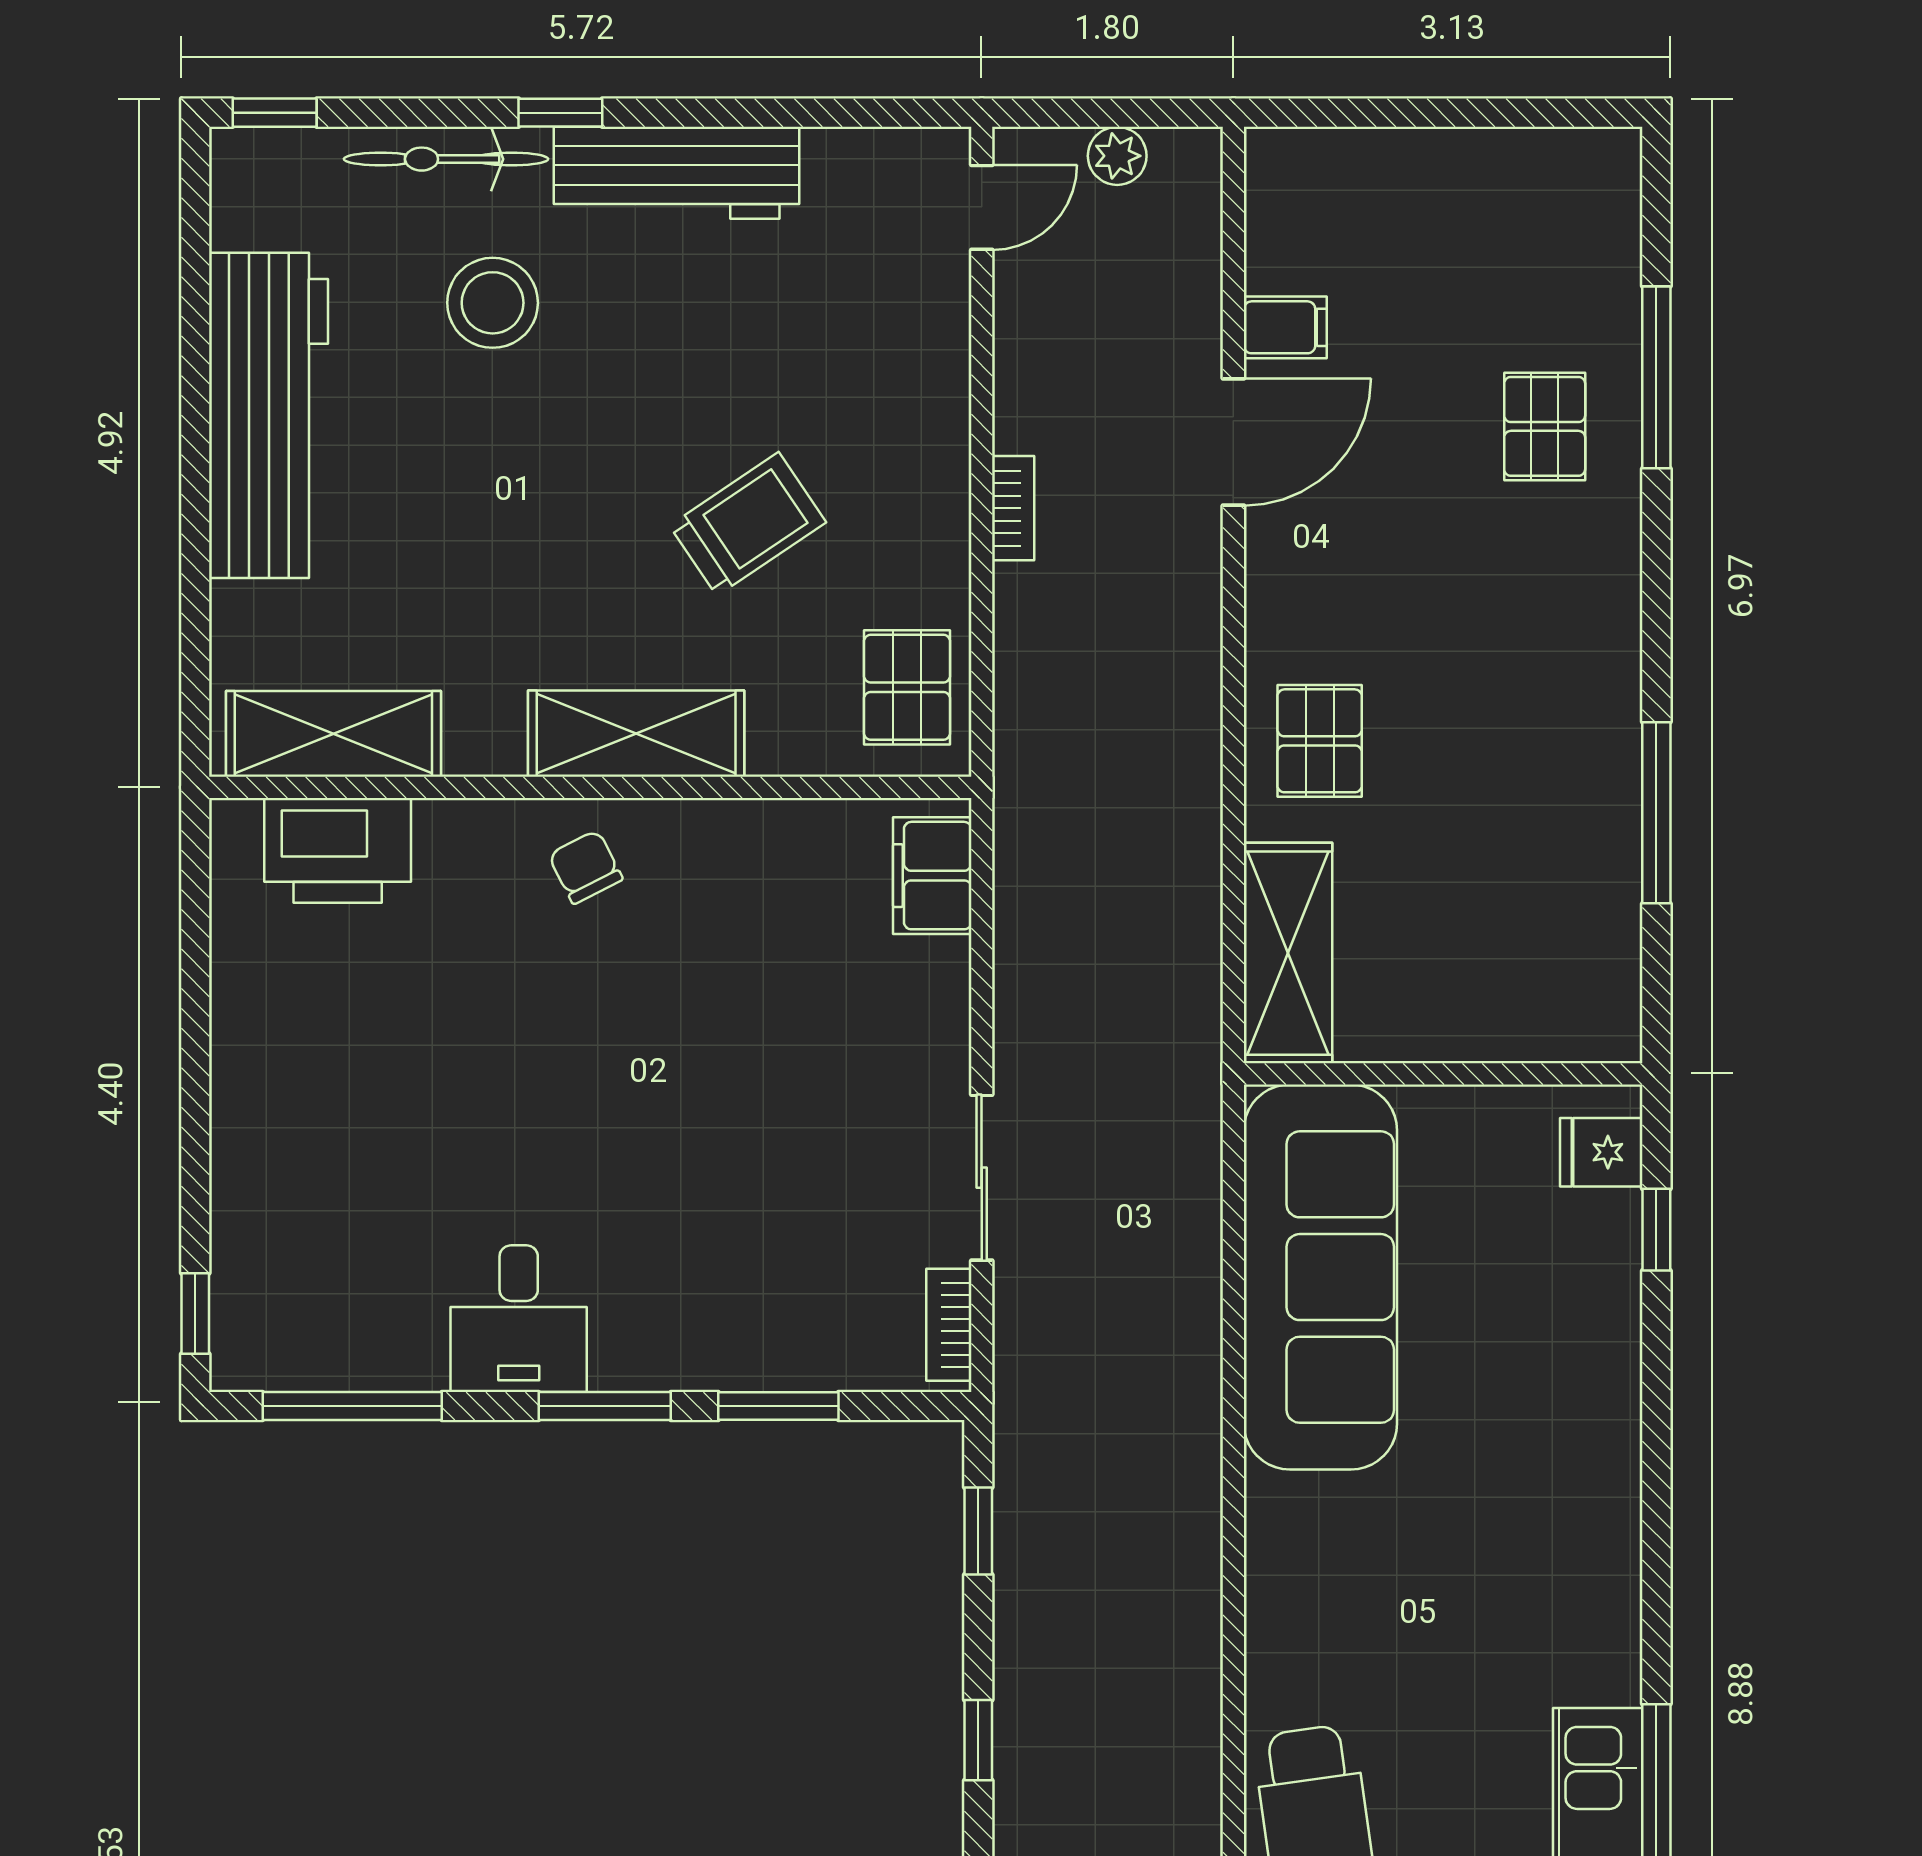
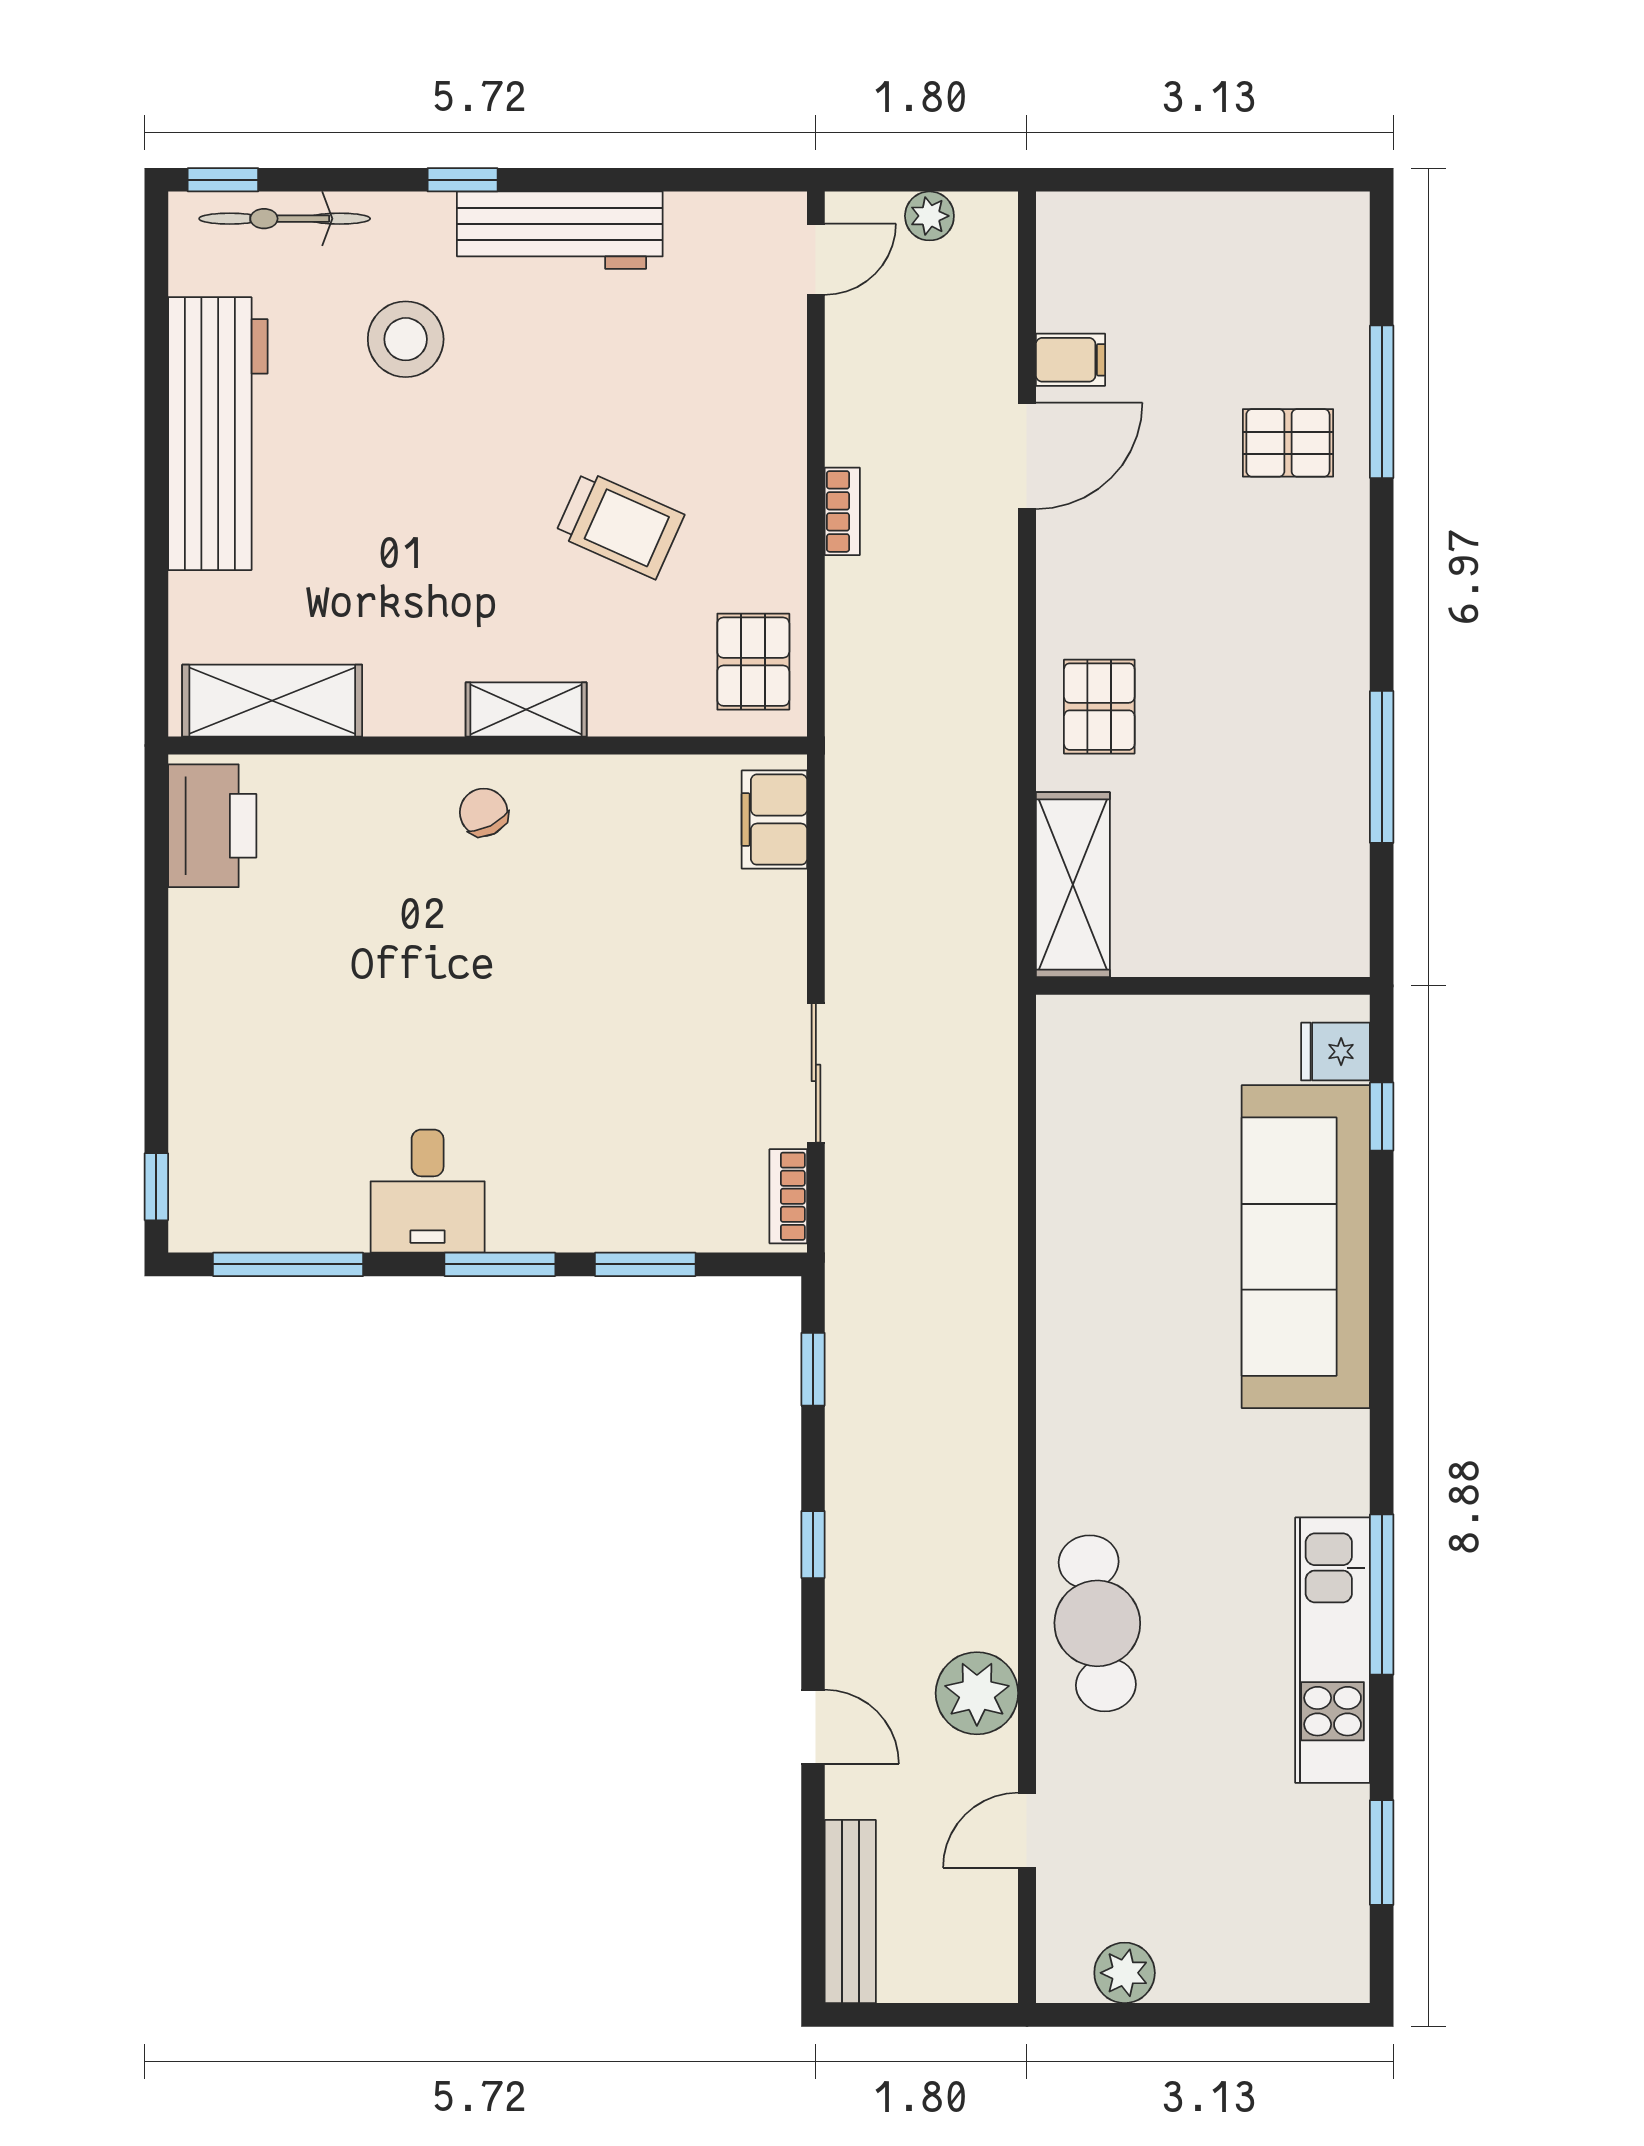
bicycle: (446, 159) -> (285, 219), moved
pallet: (1545, 426) -> (1288, 443), turned 90
trolley: (748, 524) -> (620, 525), turned 58
shelving: (636, 734) -> (526, 710), width x0.67, depth x0.75
printer: (338, 850) -> (212, 826), moved, turned -90
sofa: (1320, 1277) -> (1306, 1247), moved, turned 180

